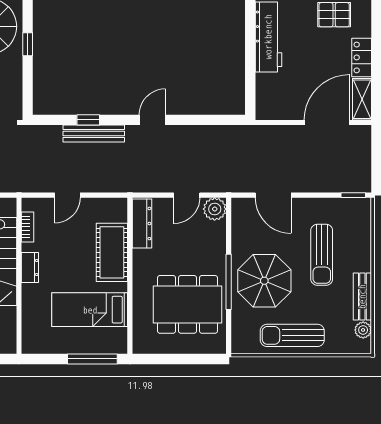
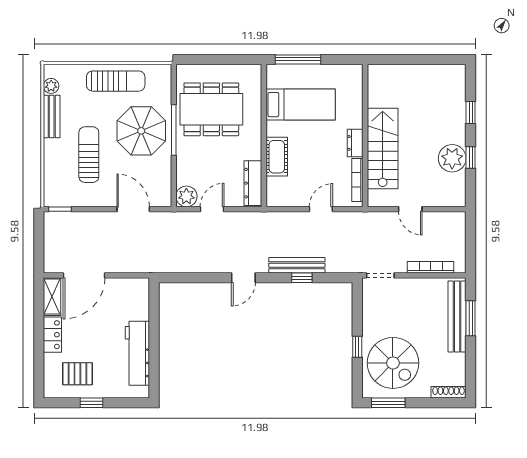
bookcase: (27, 227) -> (357, 180), width x1.56
cot: (112, 252) -> (277, 157), width x0.73, depth x0.75

